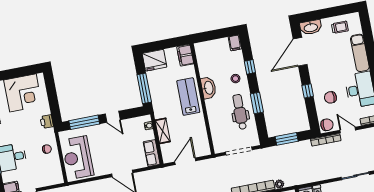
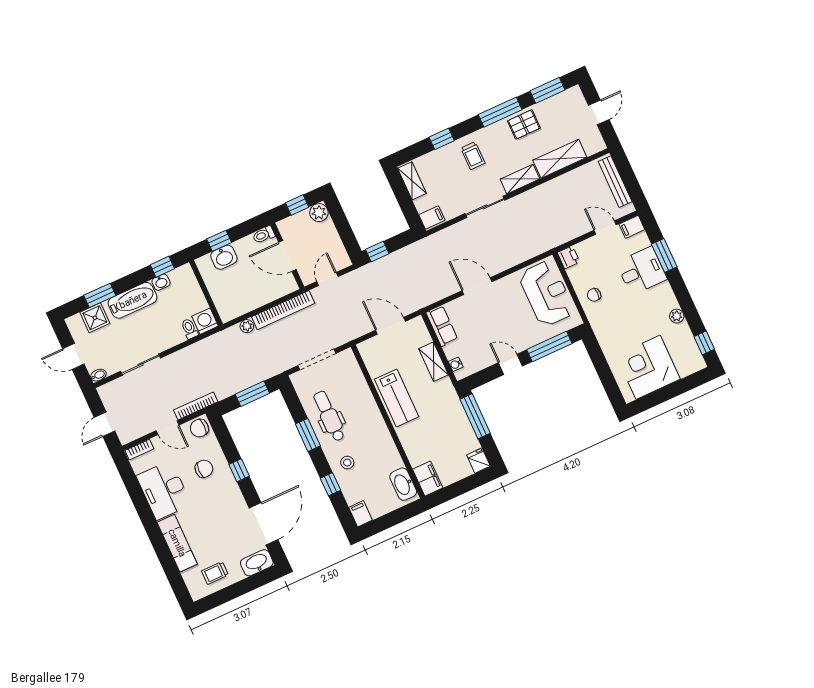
fridge: (155, 60) -> (478, 461), width x0.53, depth x0.75
washbasin: (208, 88) -> (403, 484), moved
lab bench: (188, 97) -> (397, 398), moved
dental chair: (240, 112) -> (329, 416), turned 180
printer: (47, 122) -> (569, 257), moved
door: (185, 161) -> (390, 326), swing flipped

